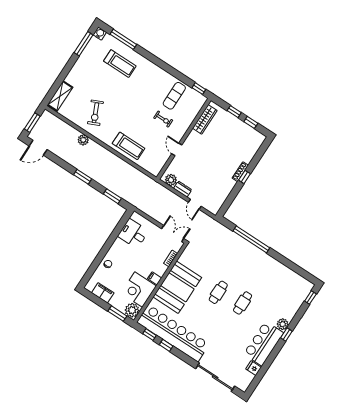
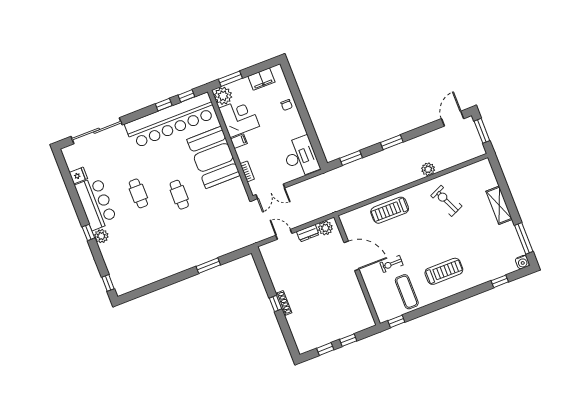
window: (123, 39) -> (500, 281), width x0.46
treadmill: (120, 64) -> (444, 271), moved, turned 180
shelving: (60, 96) -> (499, 205), moved
wardrobe: (205, 119) -> (361, 305), removed
door: (177, 149) -> (351, 256), width x1.88
desk: (133, 234) -> (301, 157), width x1.37
window: (251, 239) -> (208, 266), width x0.47
cafe table: (243, 303) -> (138, 193), moved

